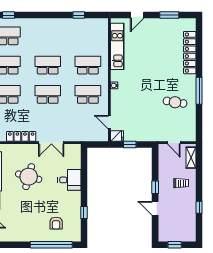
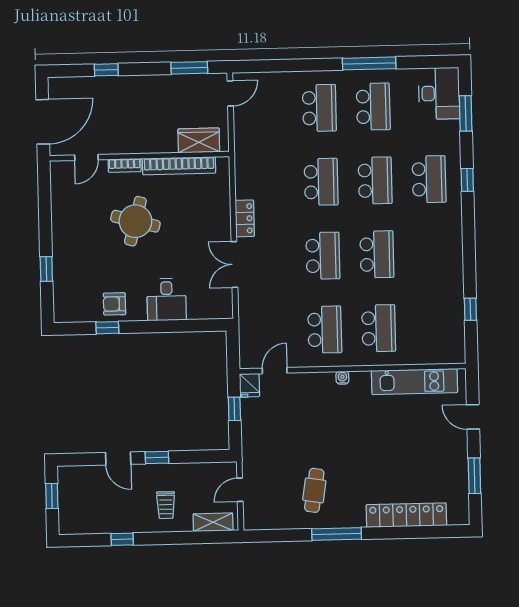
locker: (21, 136) -> (245, 218), width x0.66
round table: (29, 177) -> (135, 221), moved
door: (155, 208) -> (118, 458), swing flipped
armchair: (56, 223) -> (114, 304), moved
window: (51, 245) -> (46, 269), width x0.32

